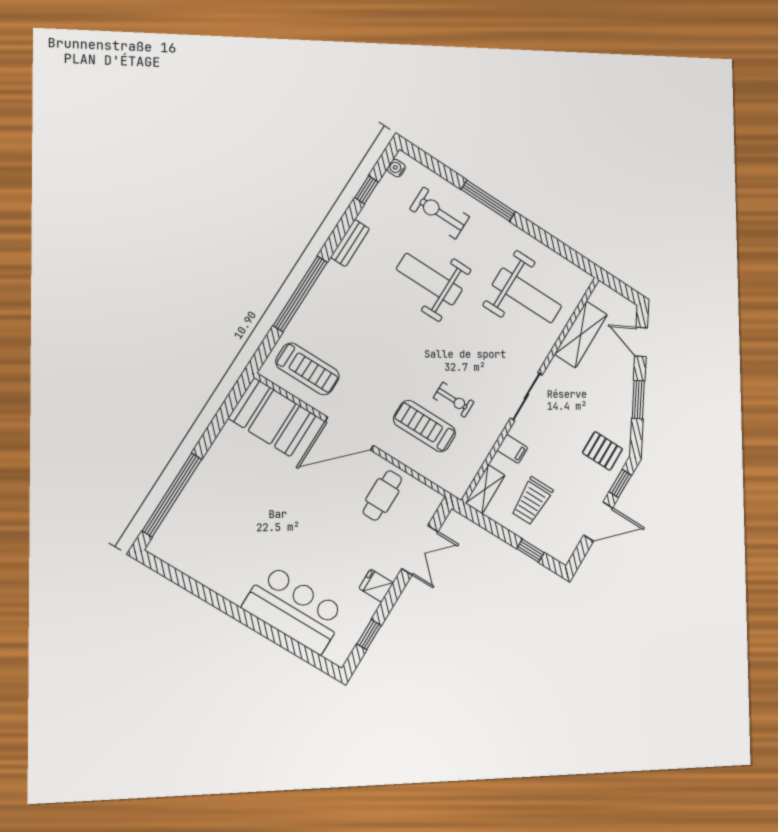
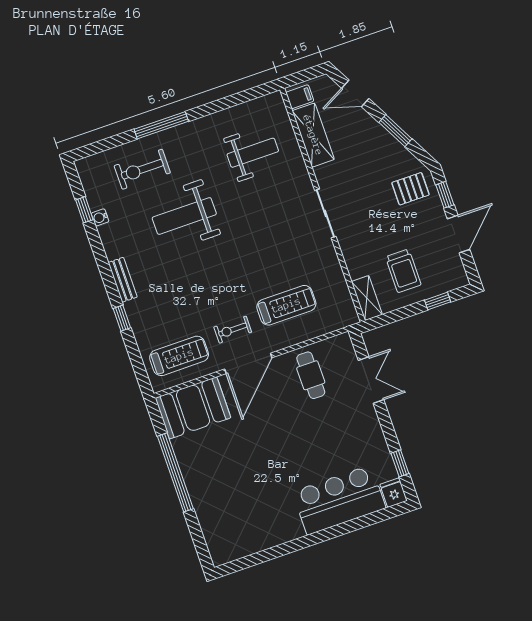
water cooler: (396, 168) -> (100, 217), moved
bench: (350, 243) -> (123, 280), moved
window: (300, 294) -> (122, 318), width x0.32
weight bench: (527, 295) -> (253, 153), width x0.73, depth x0.75
exercise bike: (454, 400) -> (233, 330), moved, turned 180
treadmill: (425, 426) -> (286, 305), turned 180
filing cabinet: (512, 449) -> (300, 97), moved
window: (172, 495) -> (175, 472), moved
fridge: (376, 586) -> (394, 493), moved, turned 90

